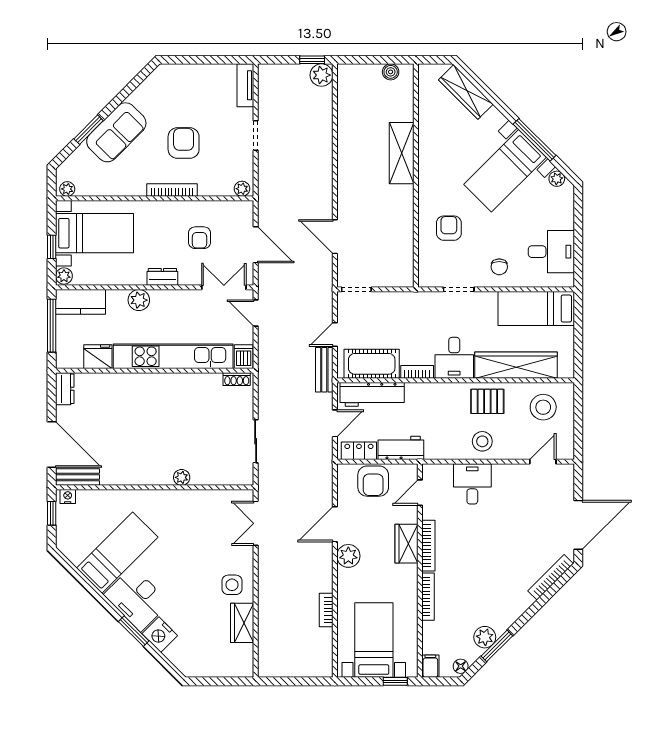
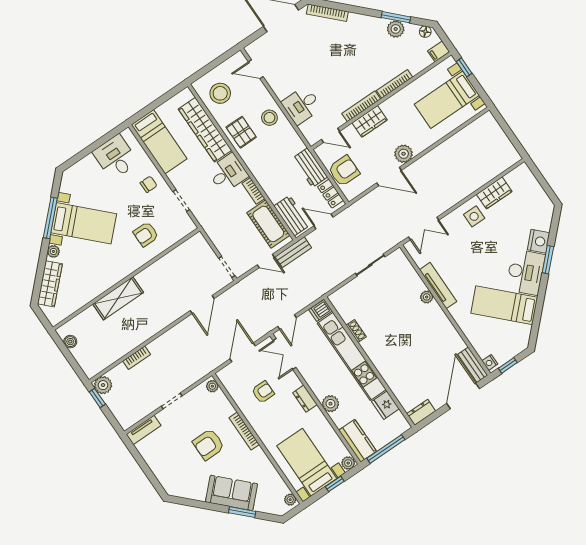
plant: (557, 179) -> (53, 251), moved
shoe rack: (237, 379) -> (356, 331), moved
workbench: (372, 394) -> (292, 216), width x0.73
tv unit: (185, 498) -> (438, 286), added
bookcase: (326, 610) -> (137, 358), moved

